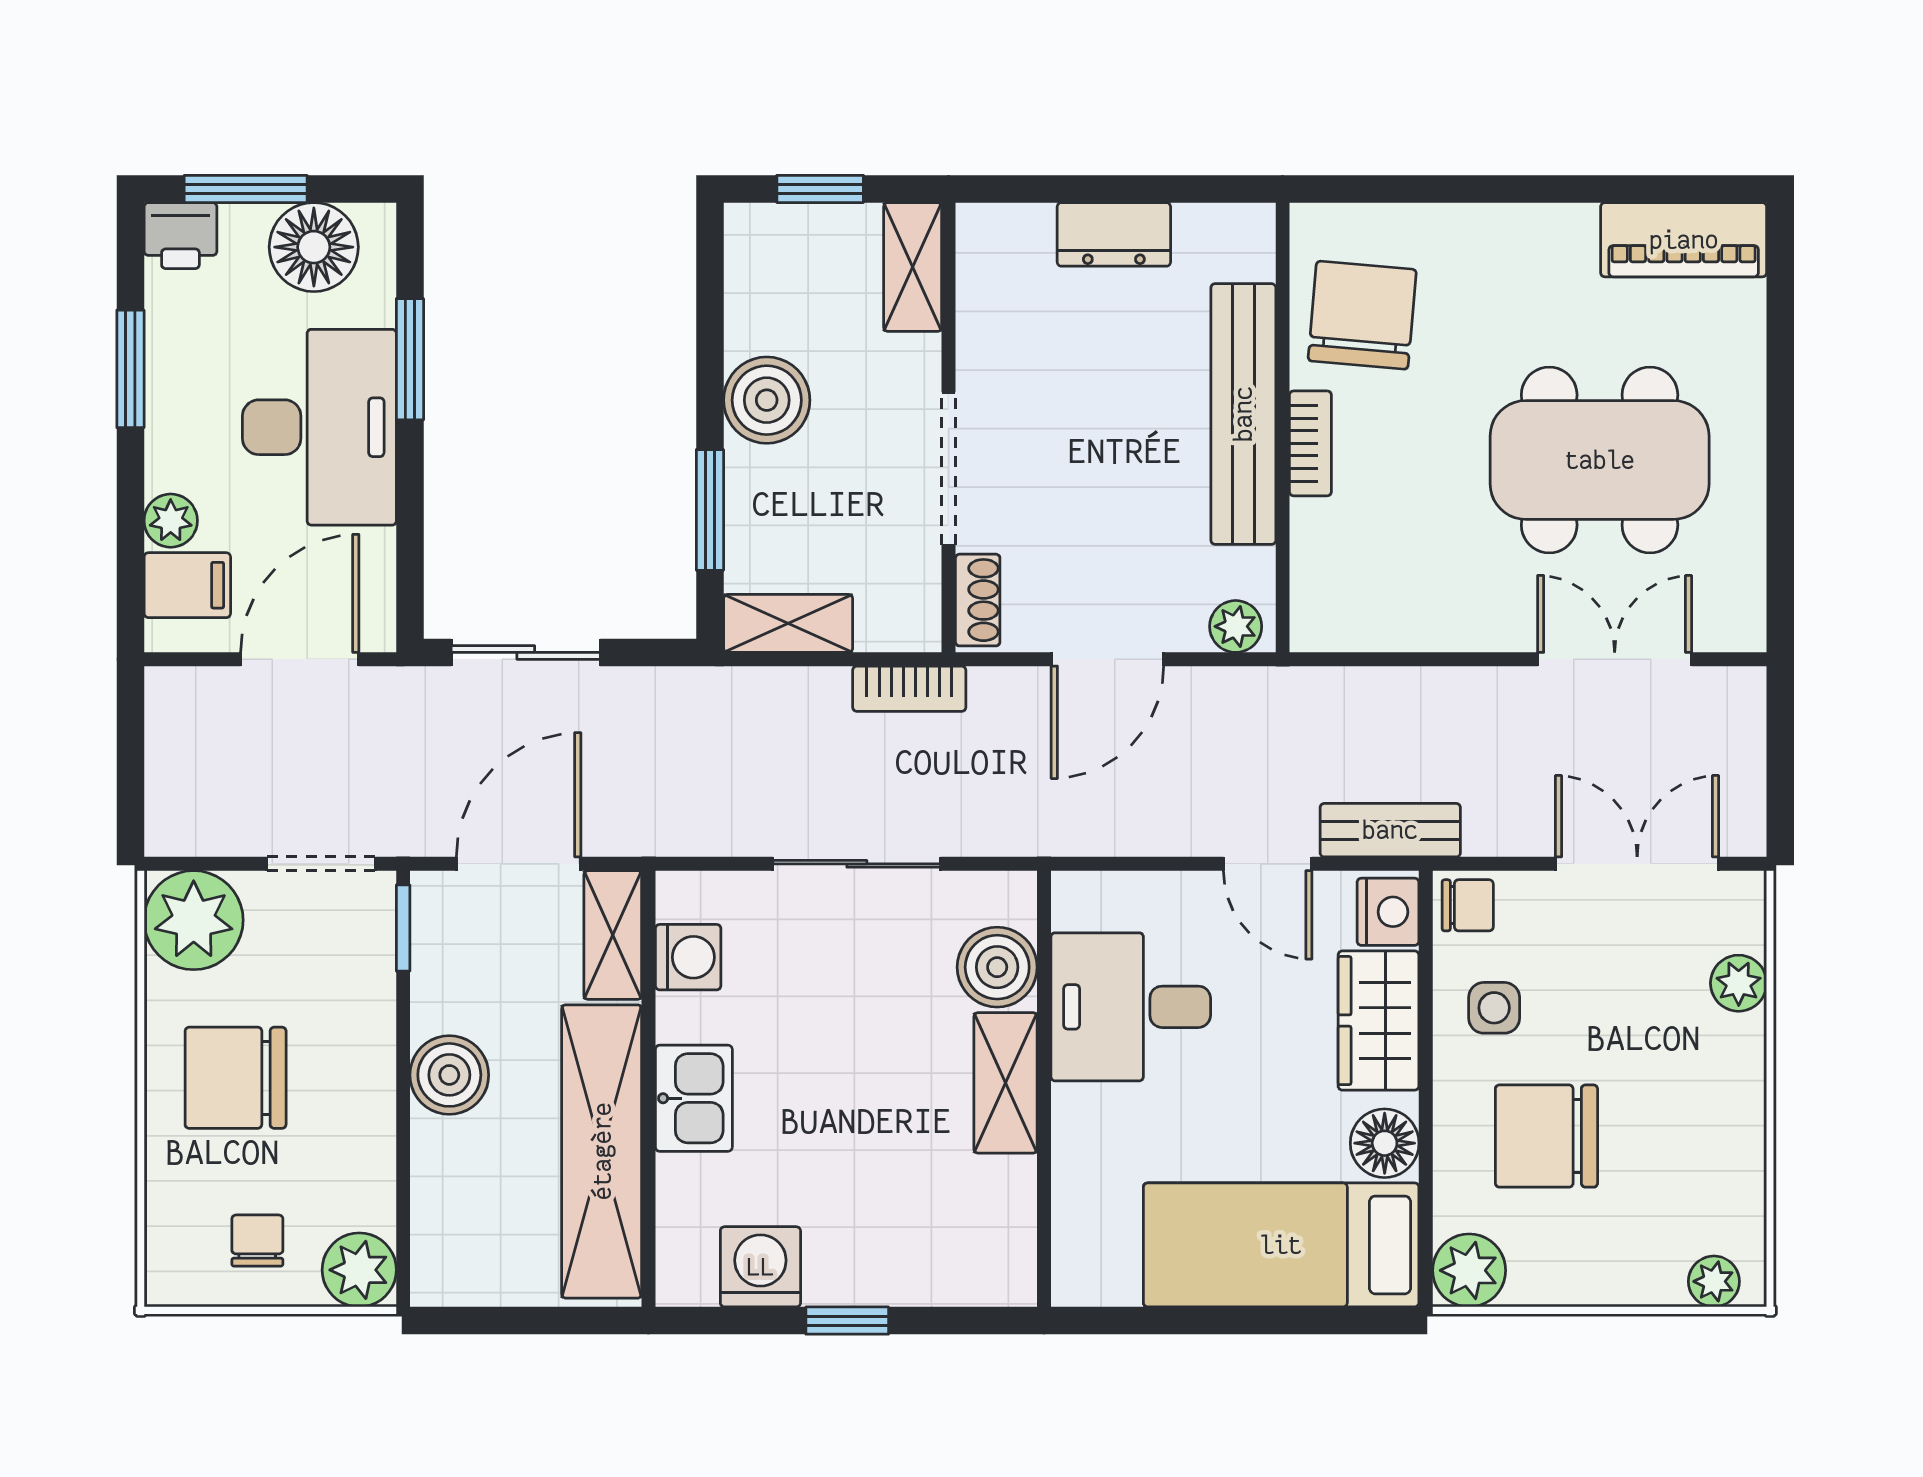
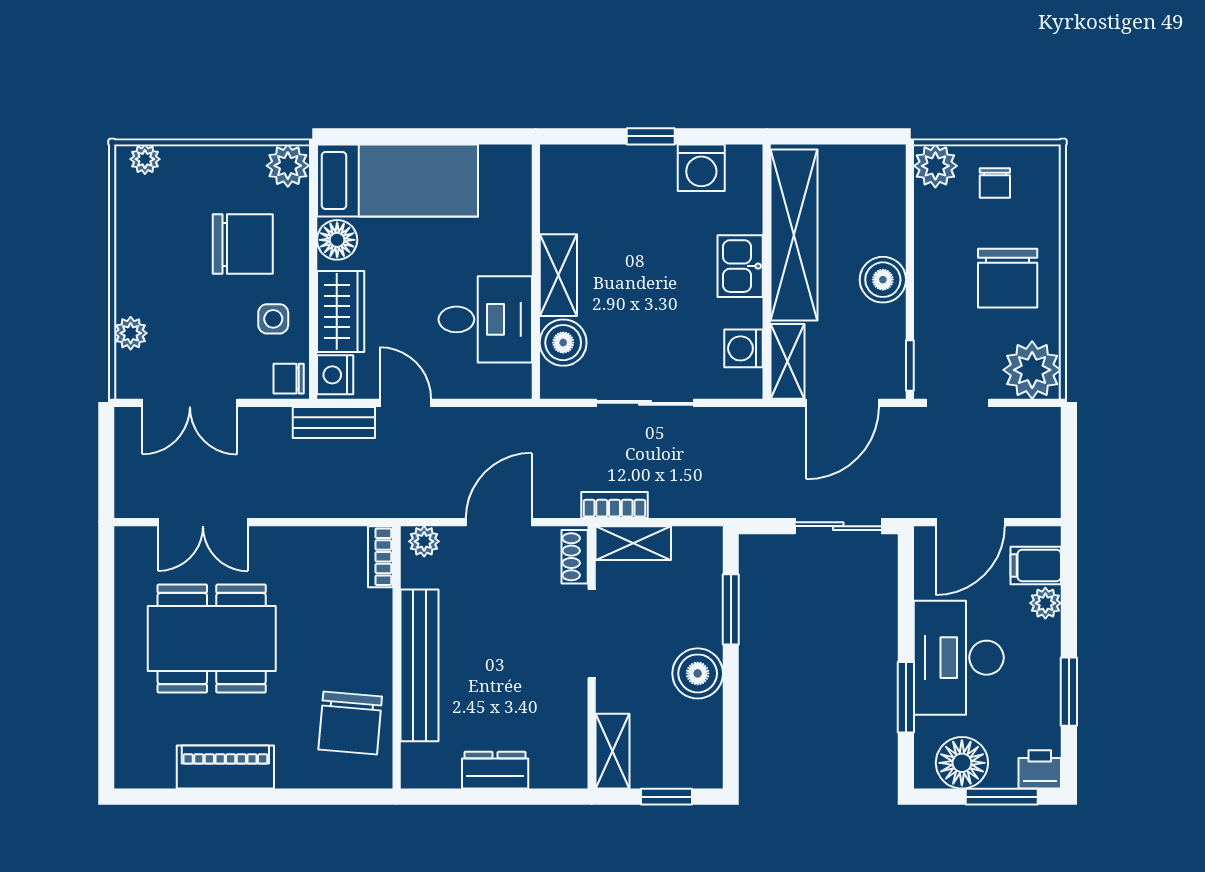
piano: (1684, 240) -> (225, 767), moved
bookcase: (1310, 443) -> (380, 557), moved
shelving: (788, 623) -> (633, 543), moved
chair: (236, 1078) -> (1008, 278), turned 90

